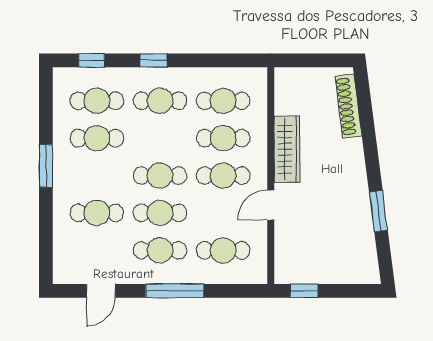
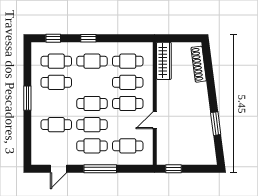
wardrobe: (287, 149) -> (164, 61), moved

